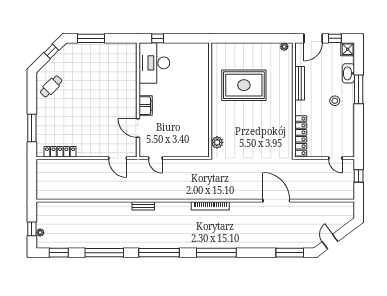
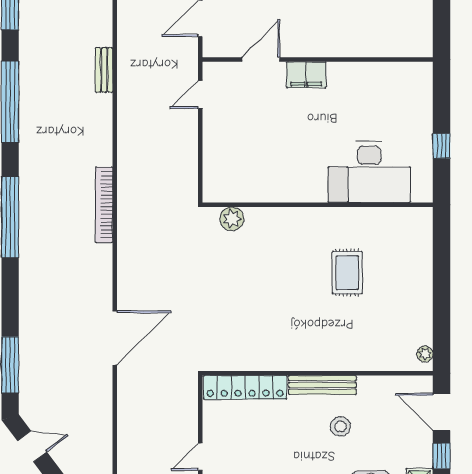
window: (158, 38) -> (441, 146), moved
desk: (154, 63) -> (369, 172), moved, turned 180
bench: (300, 83) -> (322, 385), moved
rug: (244, 85) -> (347, 273), width x0.54, depth x0.49
stool: (335, 101) -> (340, 426), moved

